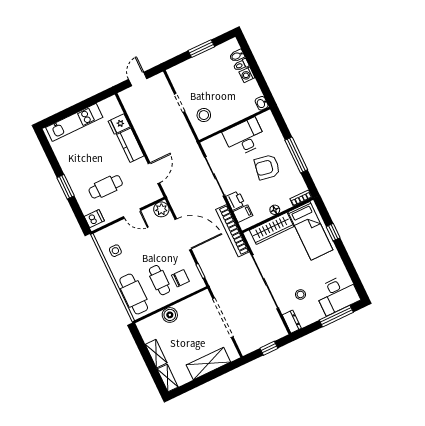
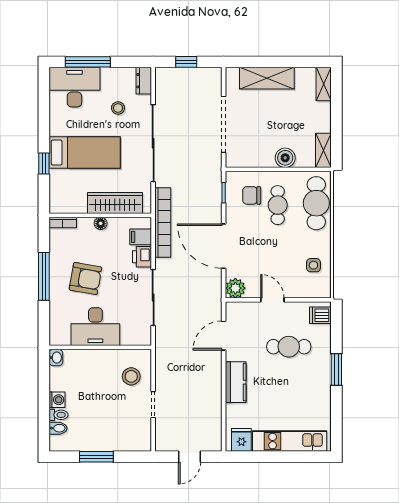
fridge: (119, 124) -> (241, 440), moved, turned -90
bed: (310, 231) -> (85, 153), moved, turned 90
shelving: (156, 354) -> (323, 150), moved

